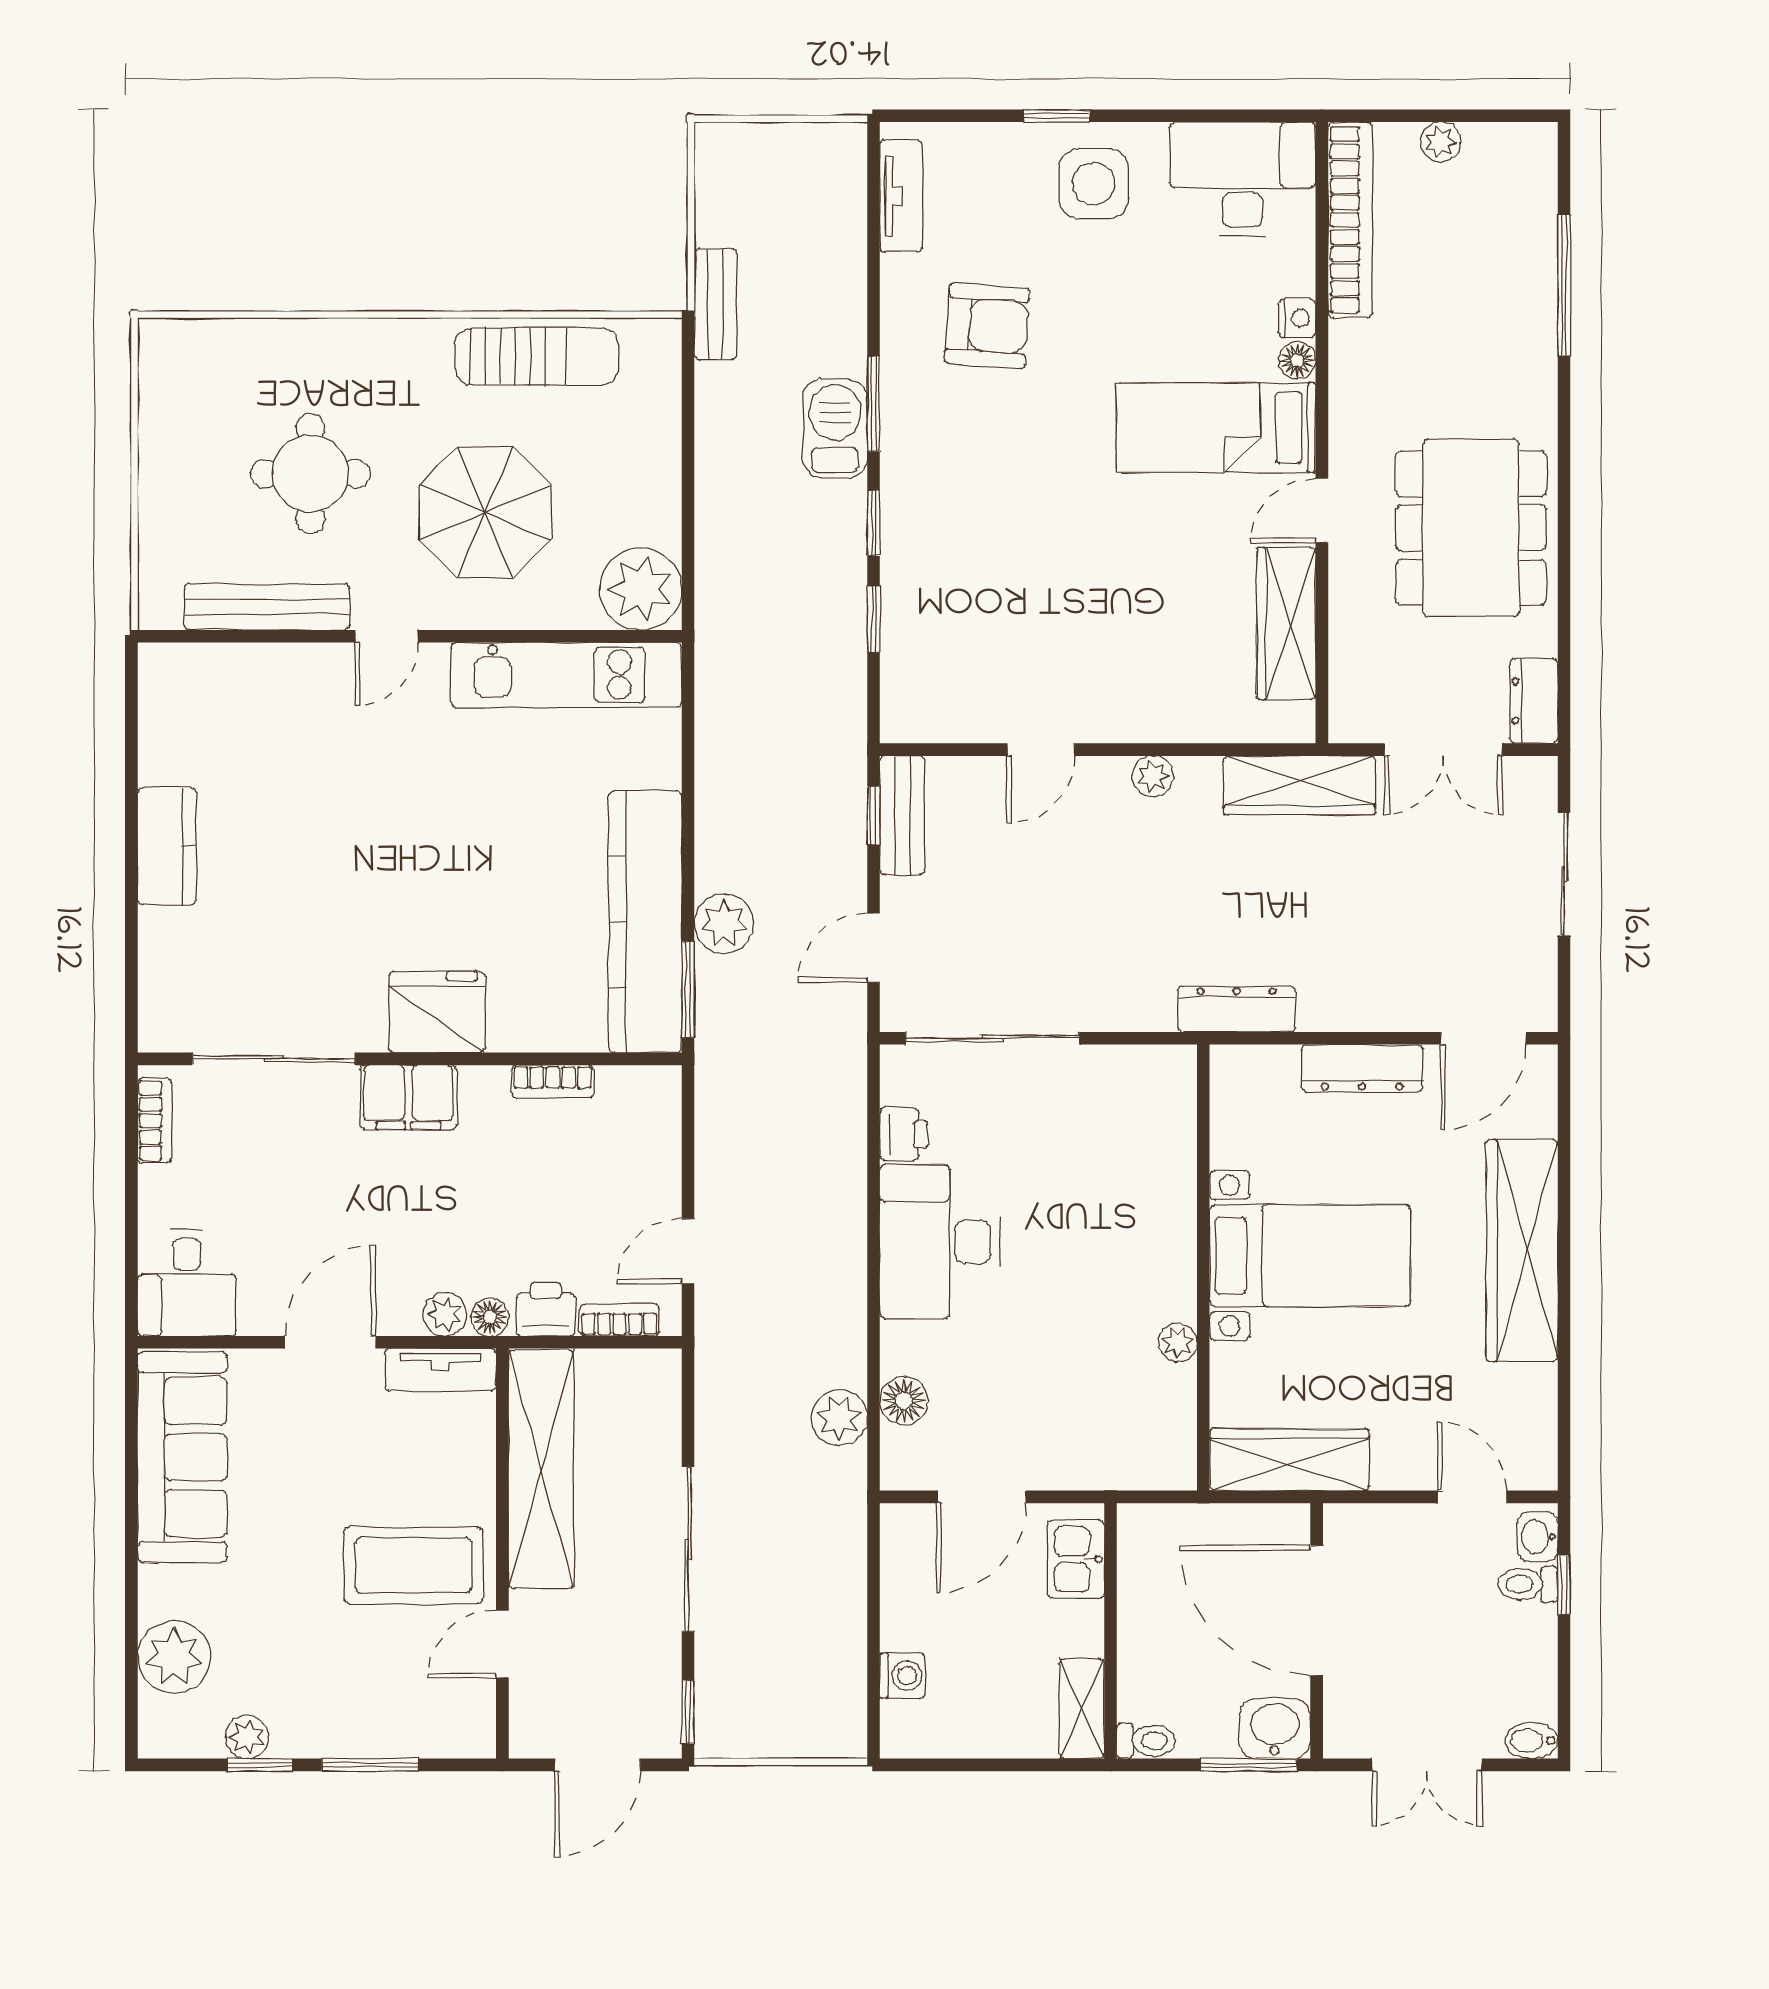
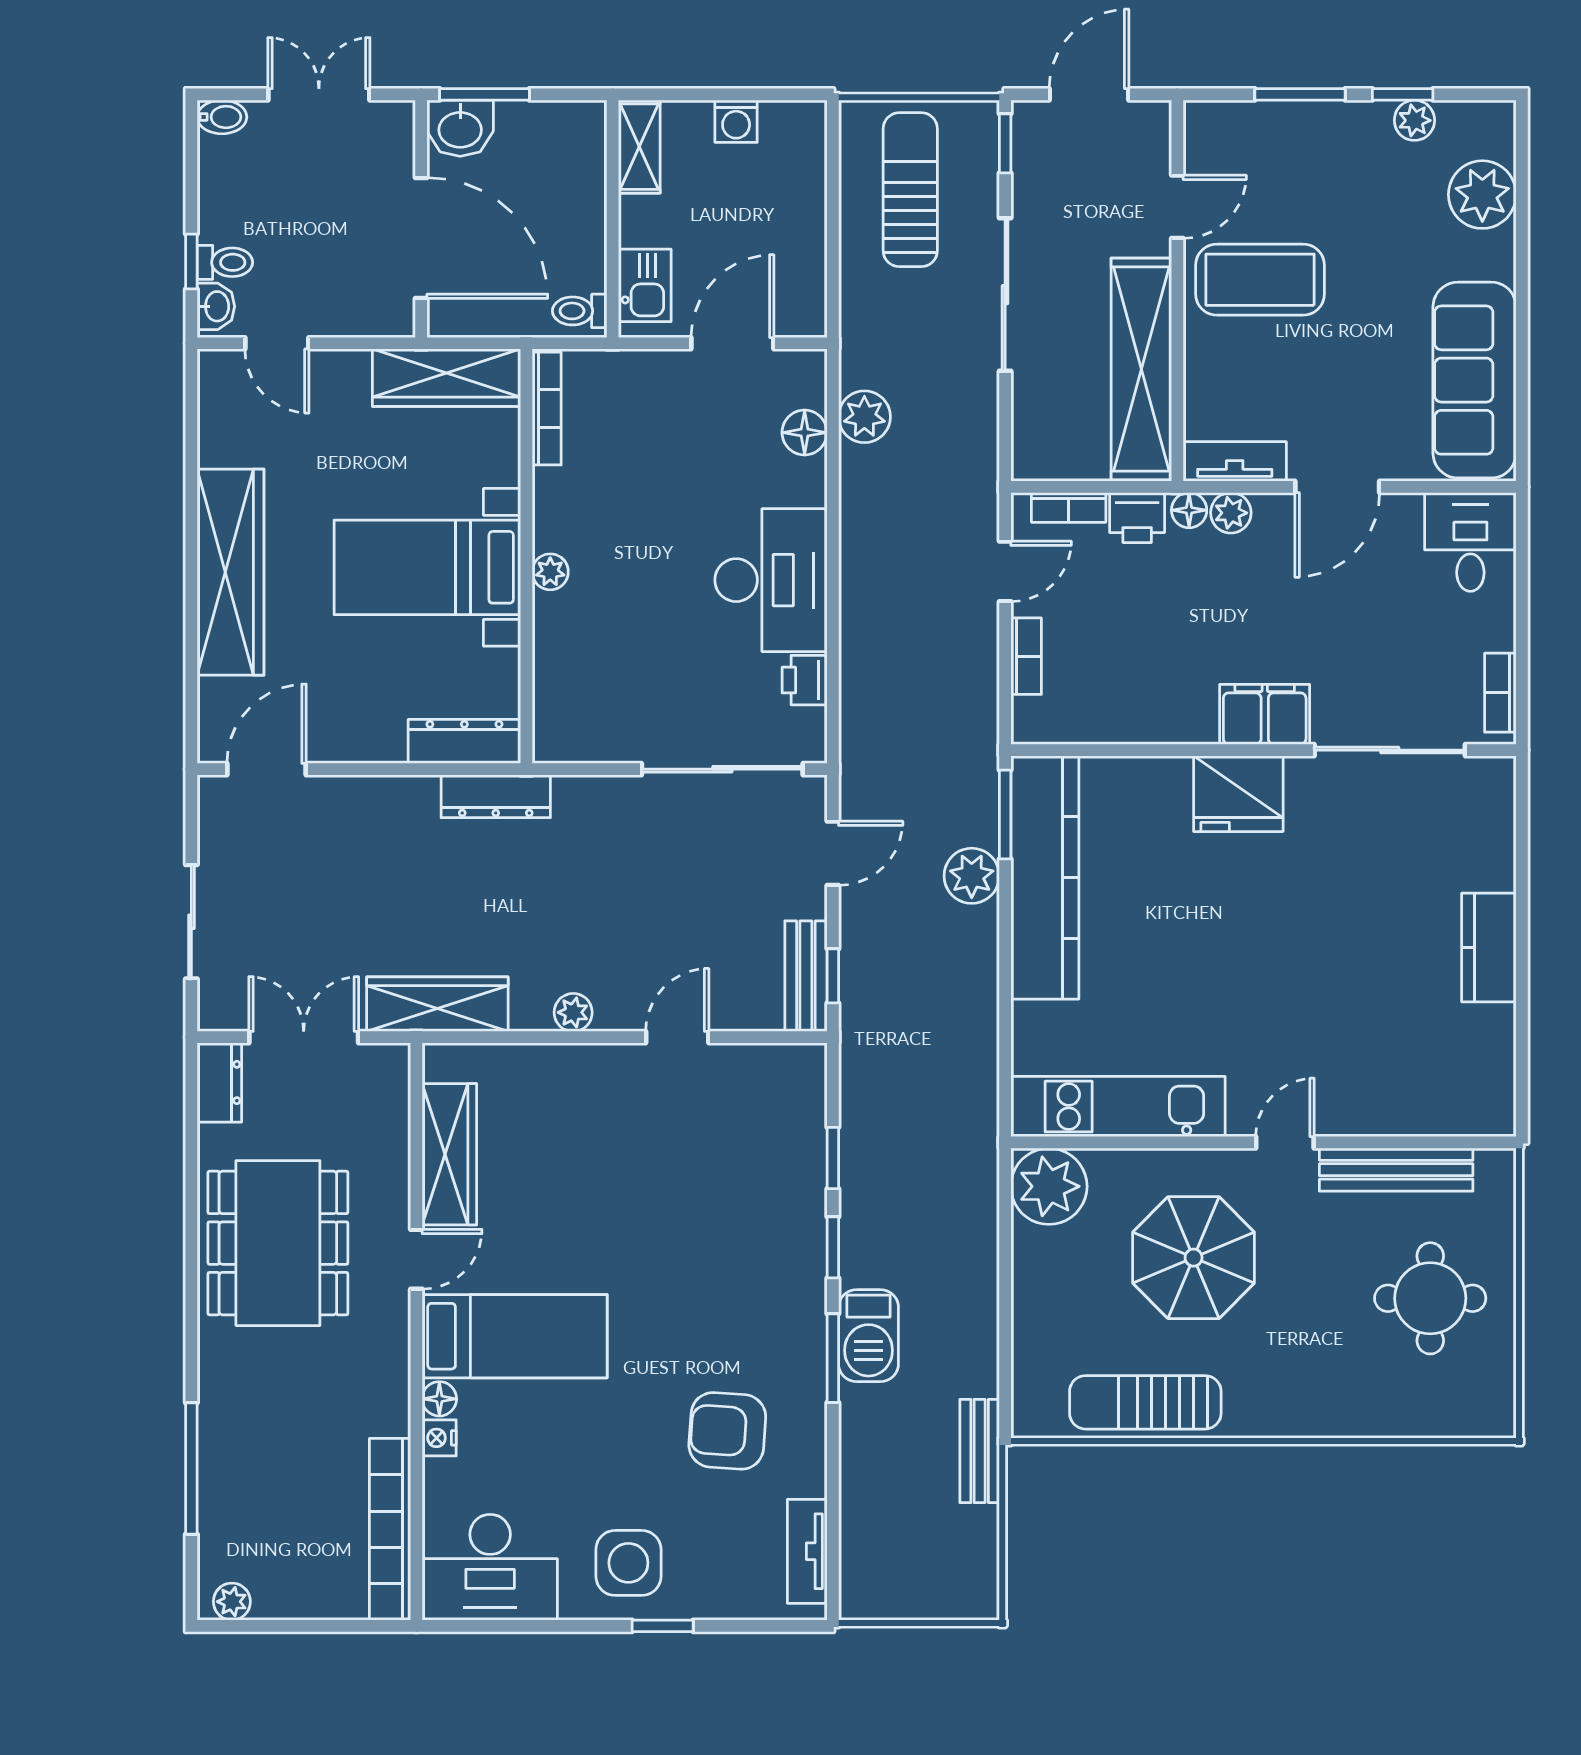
plant: (1441, 142) -> (232, 1602), moved
round table: (310, 474) -> (1430, 1298), moved
dresser: (1362, 1068) -> (464, 741), moved
bookcase: (553, 1081) -> (1026, 656), moved, turned 90
plant: (1178, 1342) -> (550, 572), moved
bookcase: (1182, 1427) -> (547, 408), added
sun lounger: (790, 1662) -> (910, 190), added
washing machine: (902, 1676) -> (736, 121), moved, turned -90
toilet: (1146, 1741) -> (580, 311), moved

